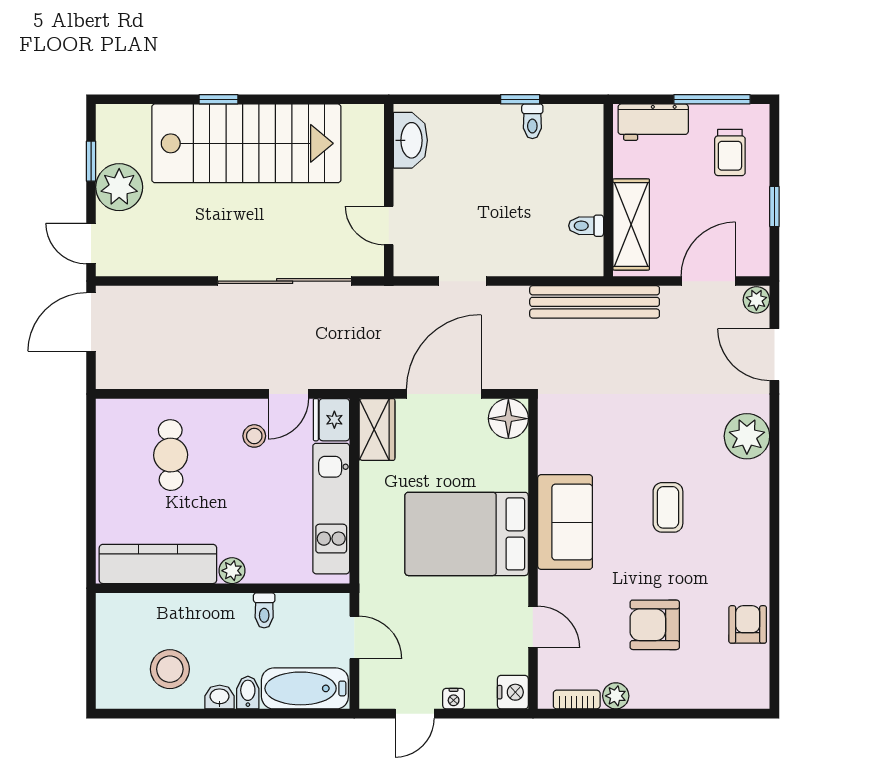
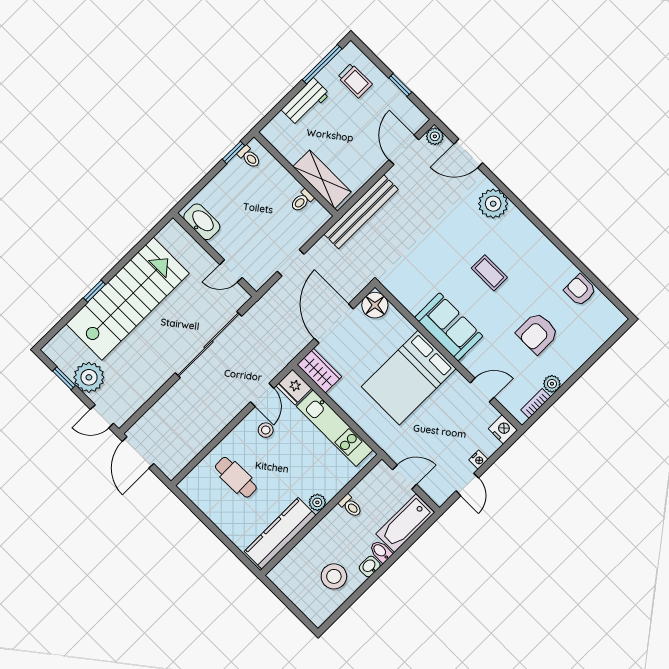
wall: (608, 190) -> (296, 174), moved
shelving: (631, 224) -> (322, 179), moved
toilet: (586, 226) -> (302, 201), moved

